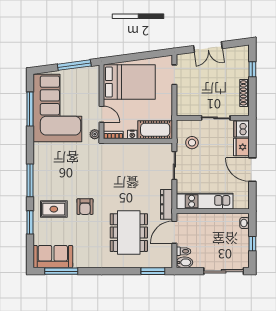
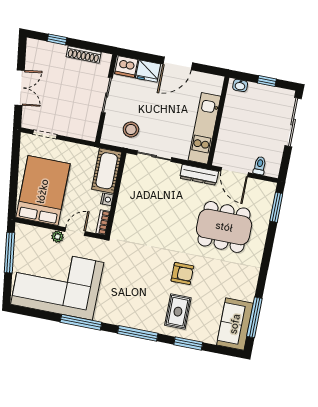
window: (30, 109) -> (81, 322), moved
plant: (95, 134) -> (57, 237), moved
bidet: (184, 262) -> (273, 167), removed

